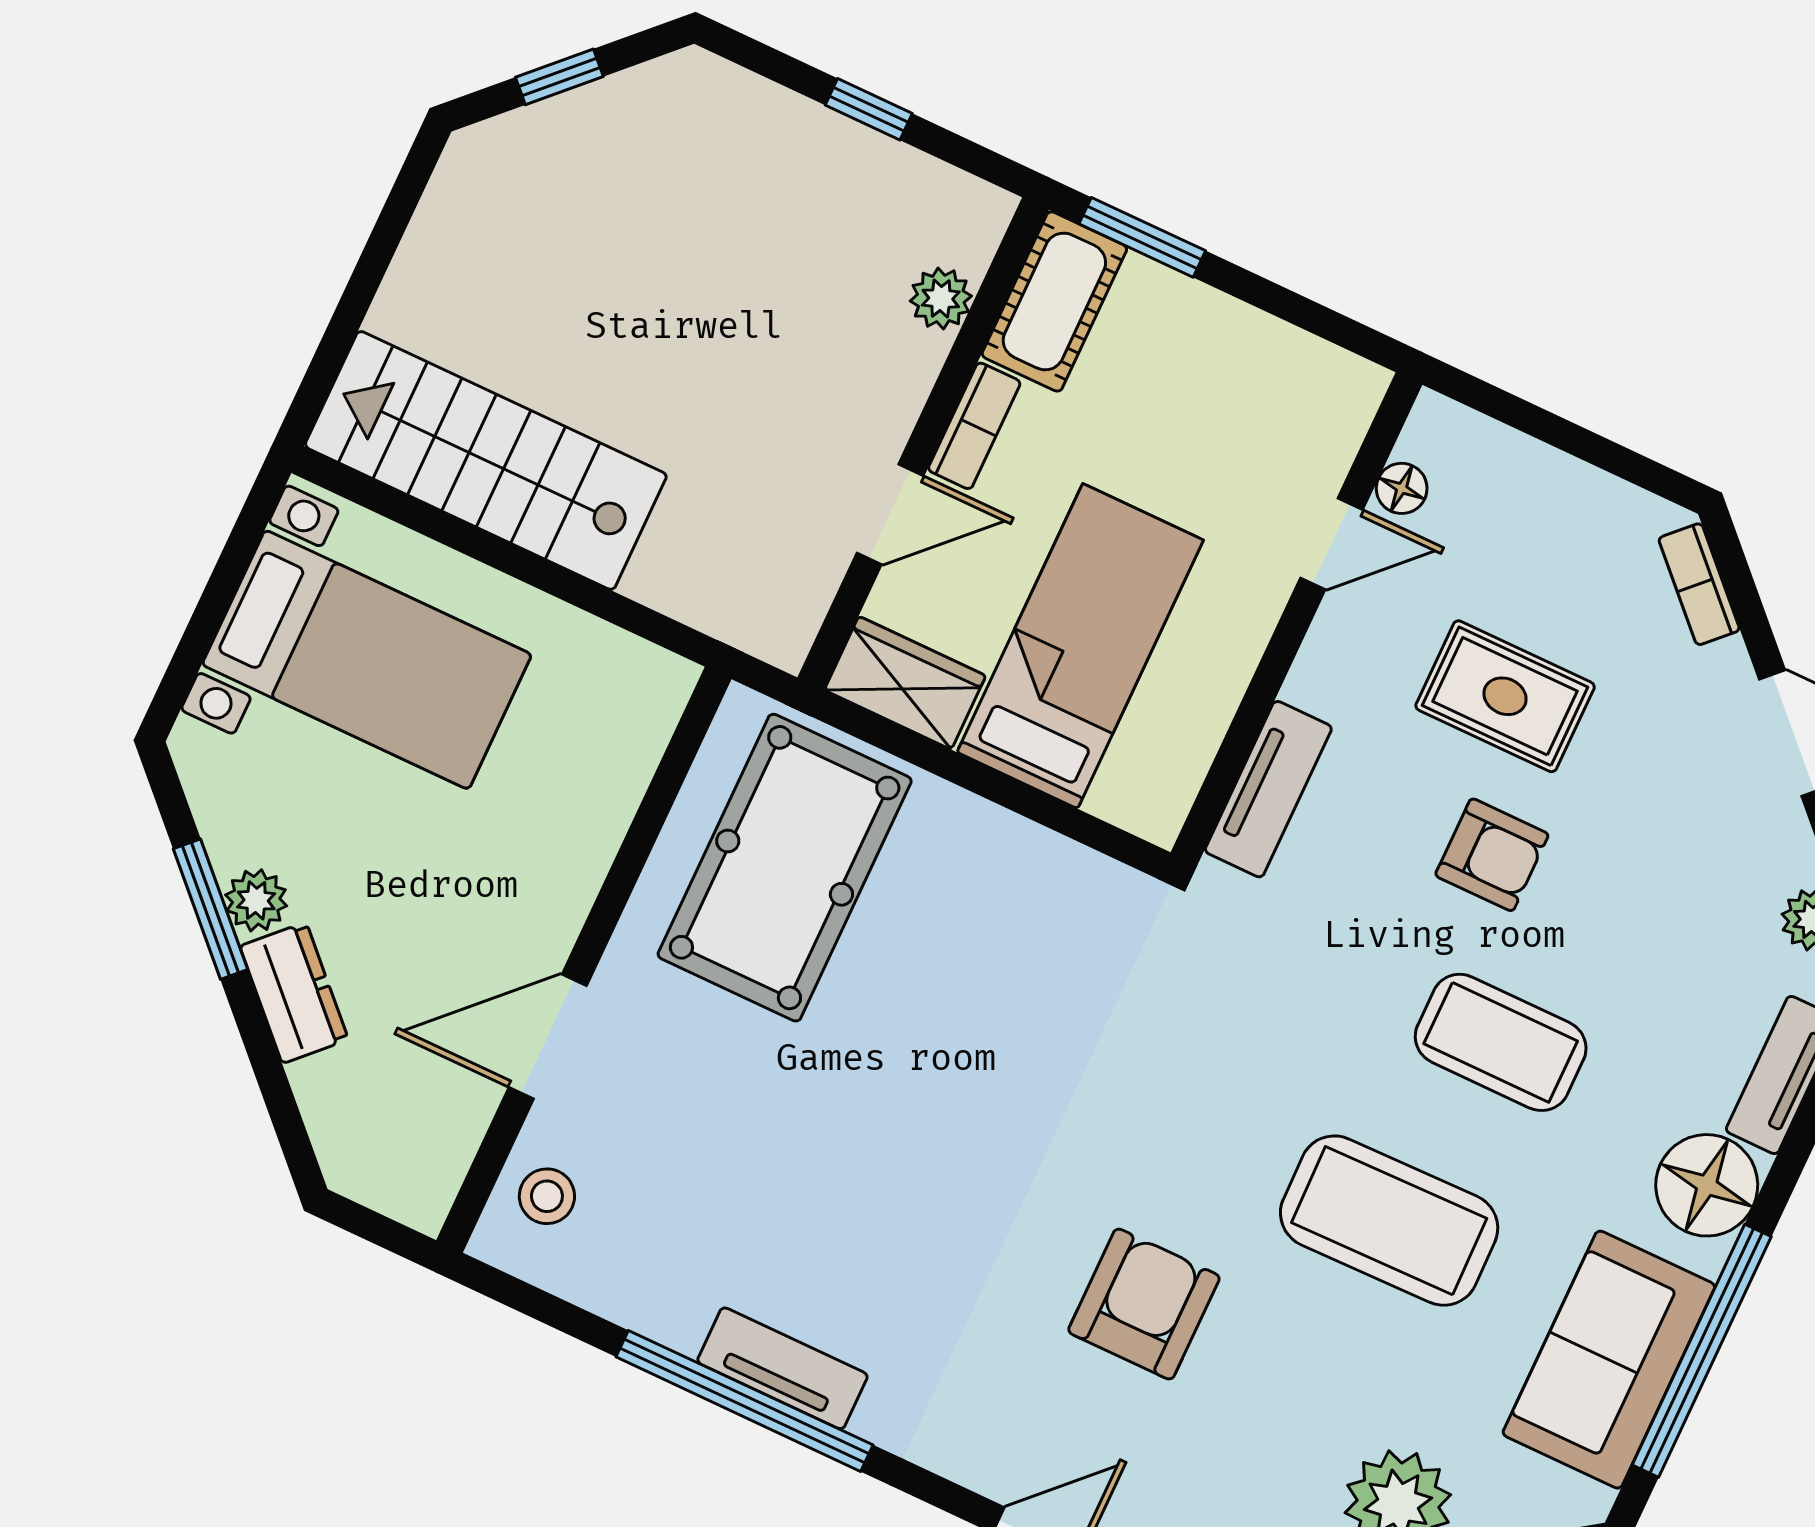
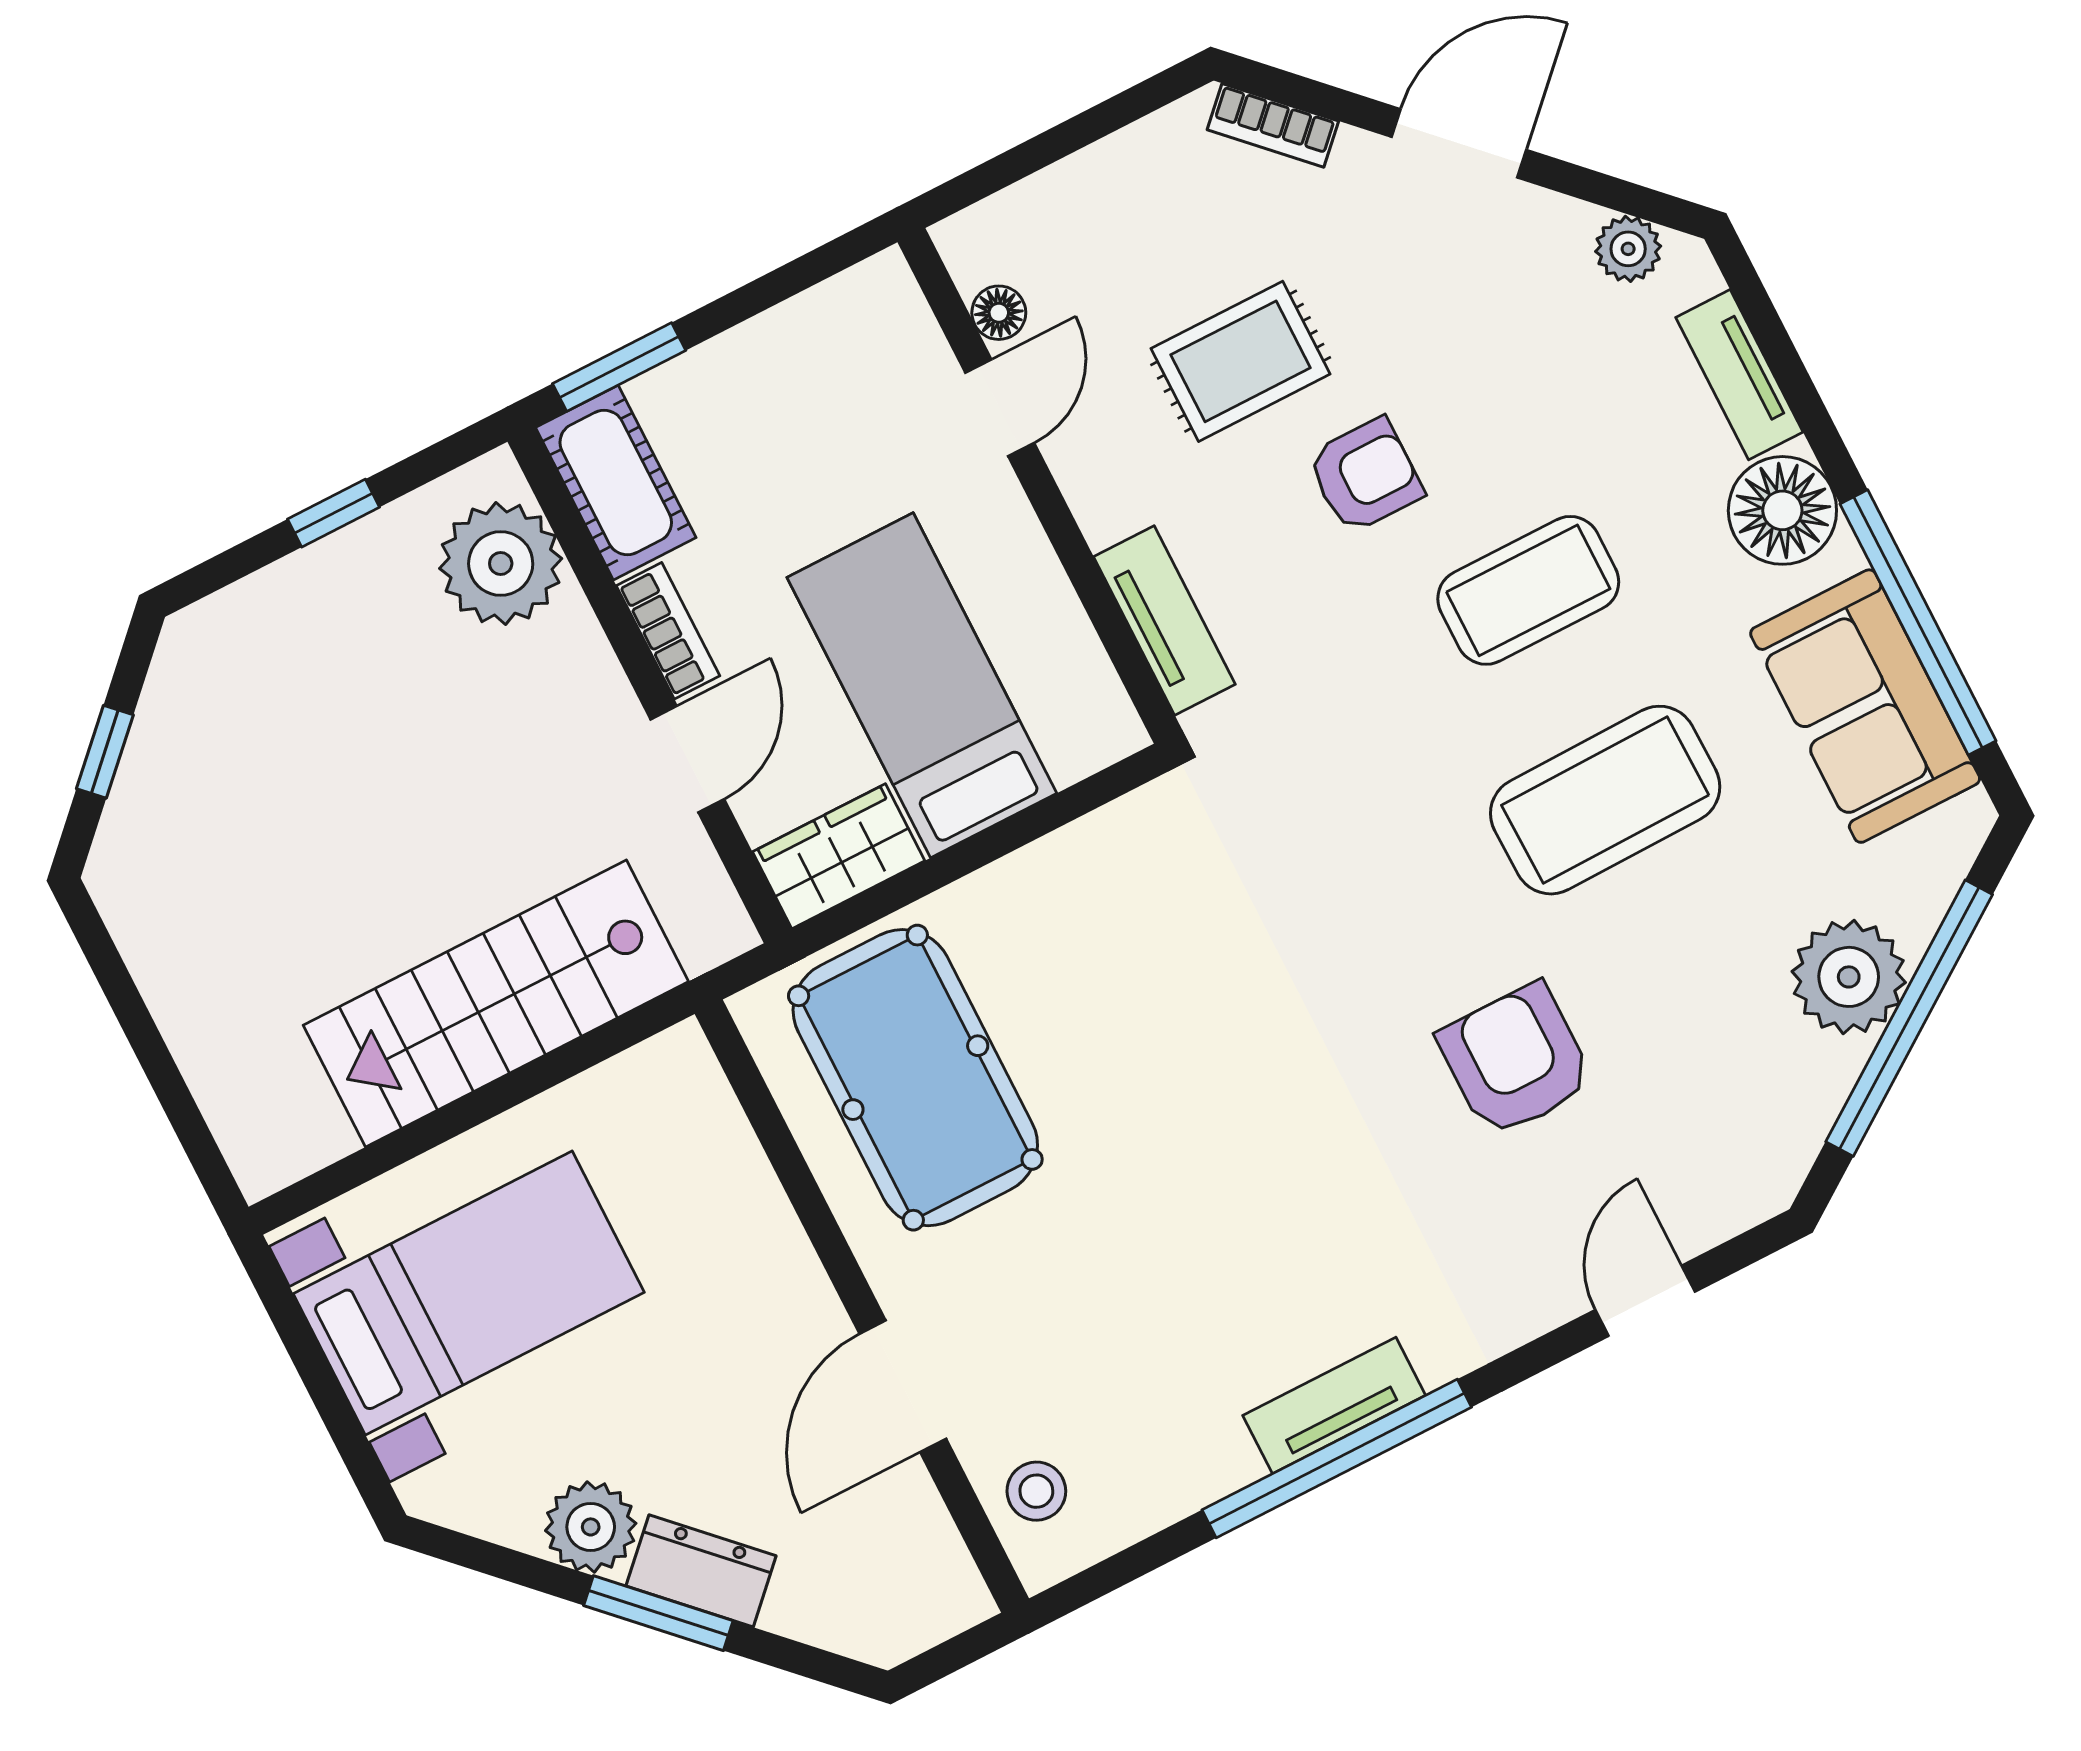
plant: (941, 299) -> (501, 563), width x1.88, depth x1.88
stairs: (486, 460) -> (496, 1003), moved
plant: (256, 900) -> (591, 1527), width x1.38, depth x1.38
window: (211, 909) -> (658, 1613), moved

